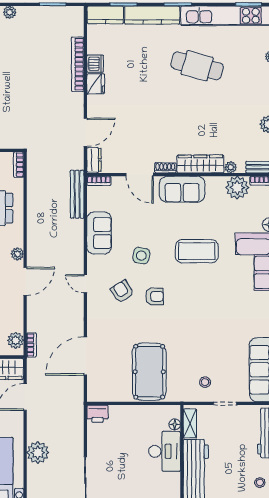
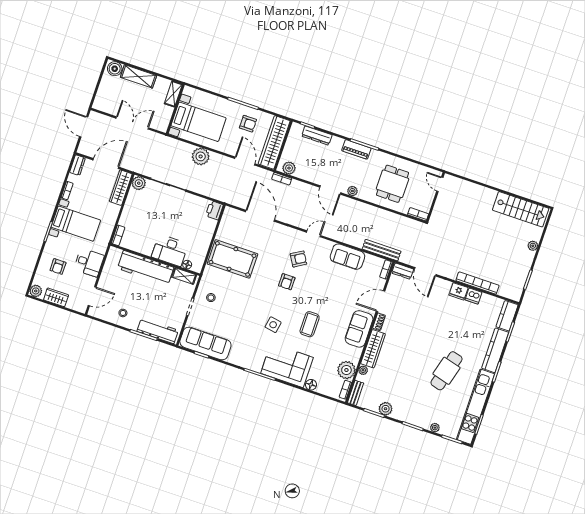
coffee table: (197, 251) -> (310, 324), width x0.73, depth x0.76
side table: (141, 256) -> (273, 325), moved

